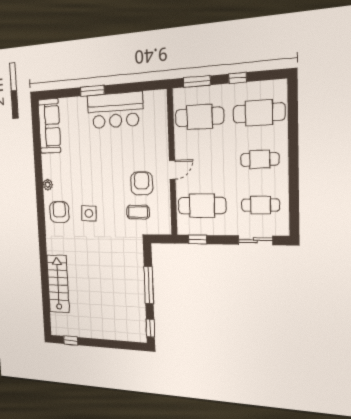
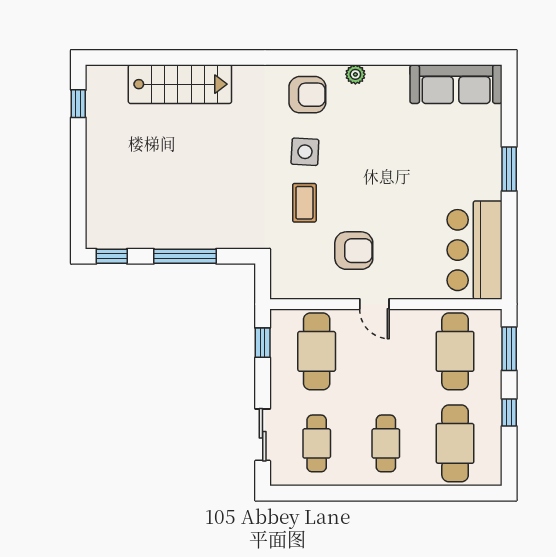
bar counter: (115, 110) -> (475, 250), moved
coffee table: (138, 212) -> (304, 203), moved

